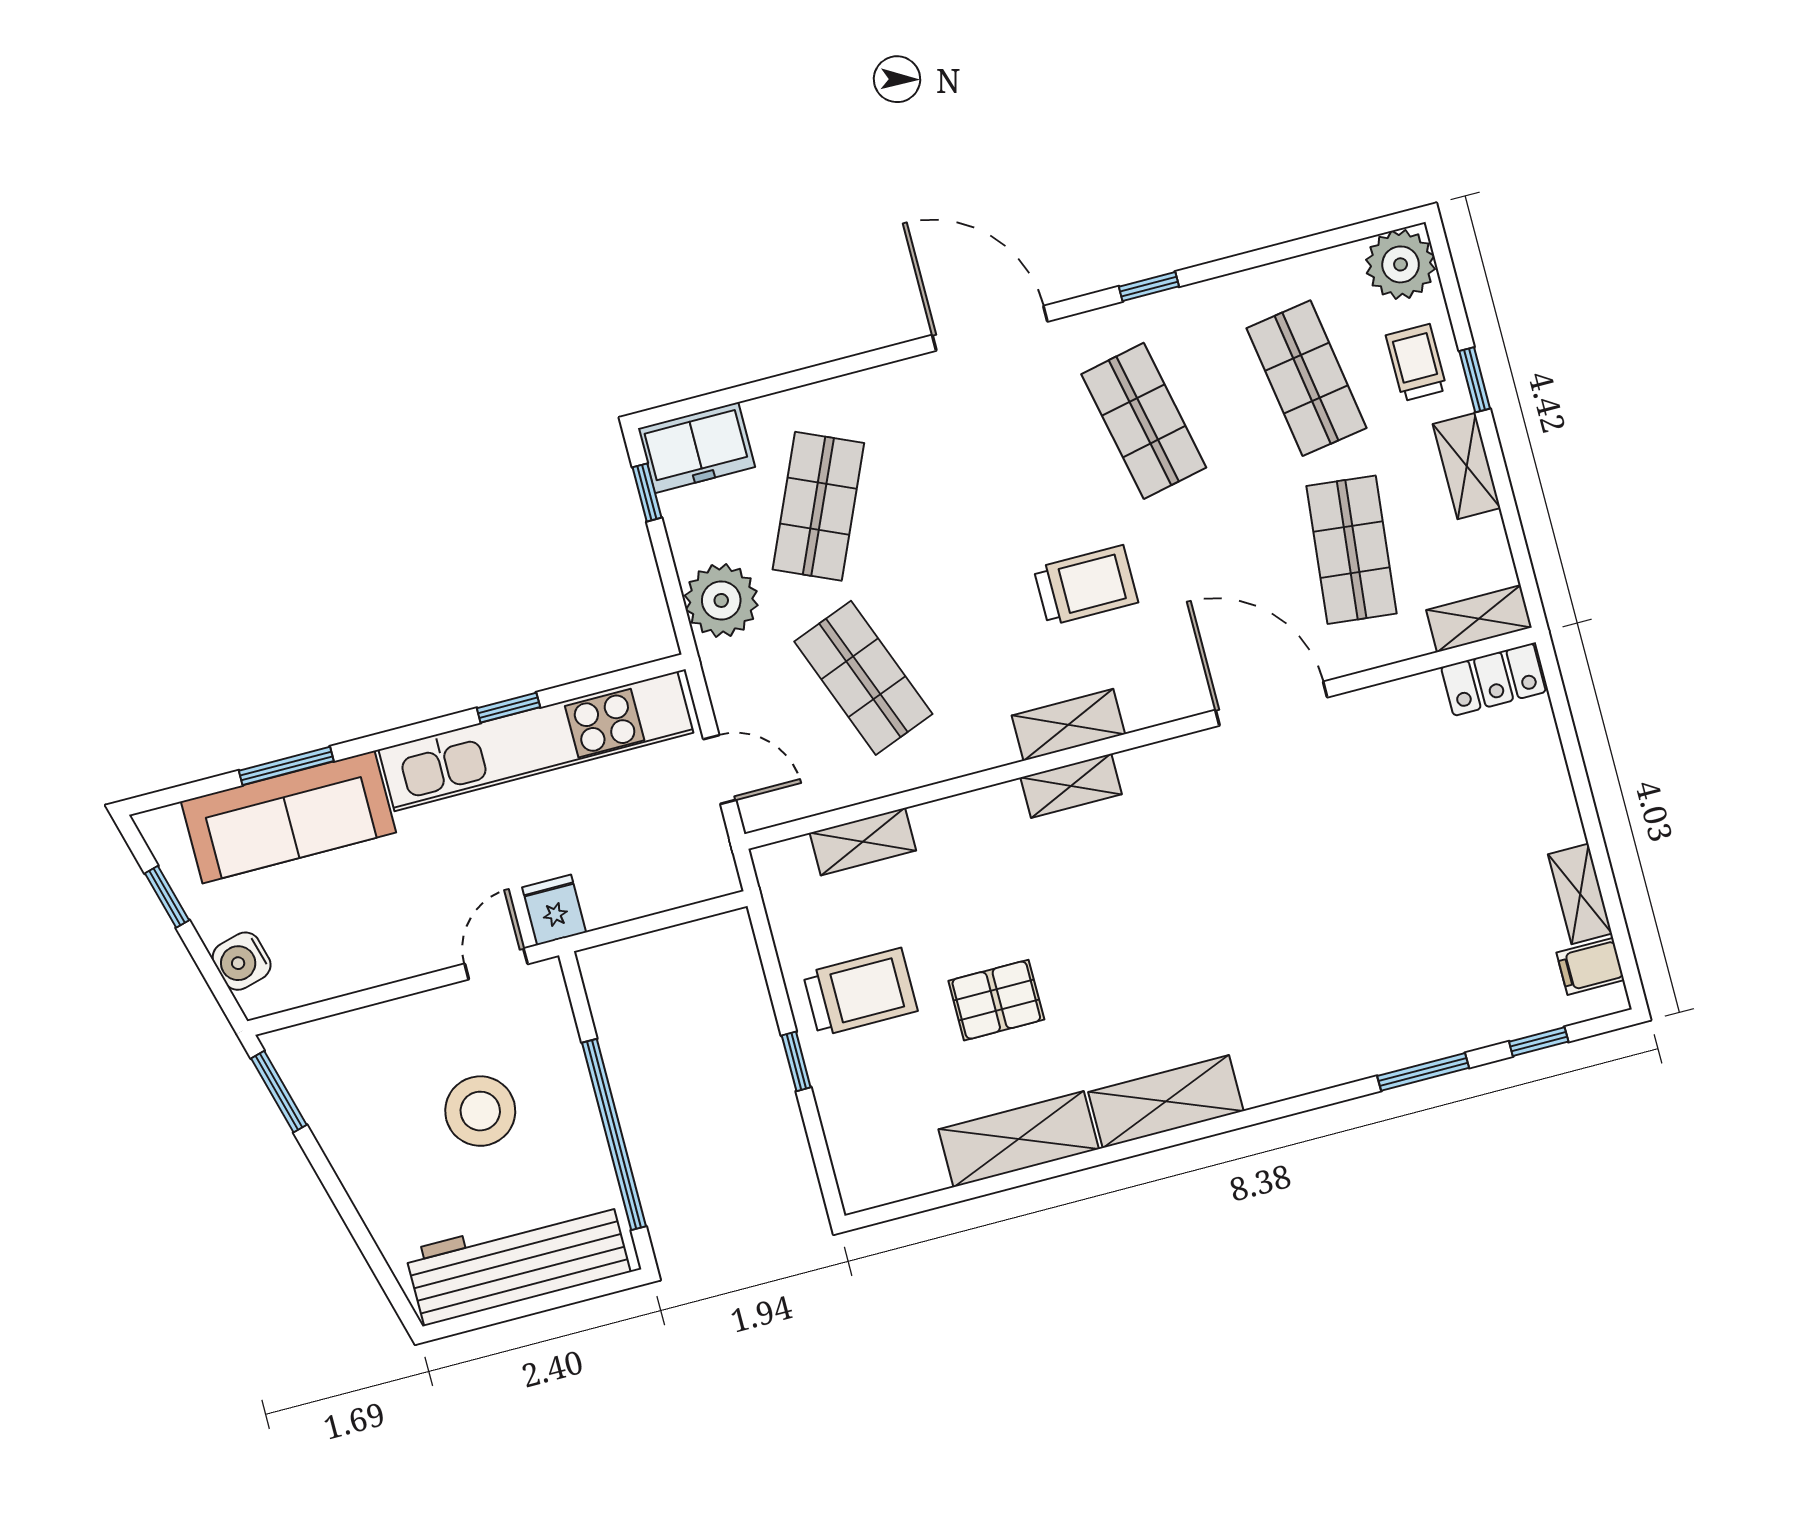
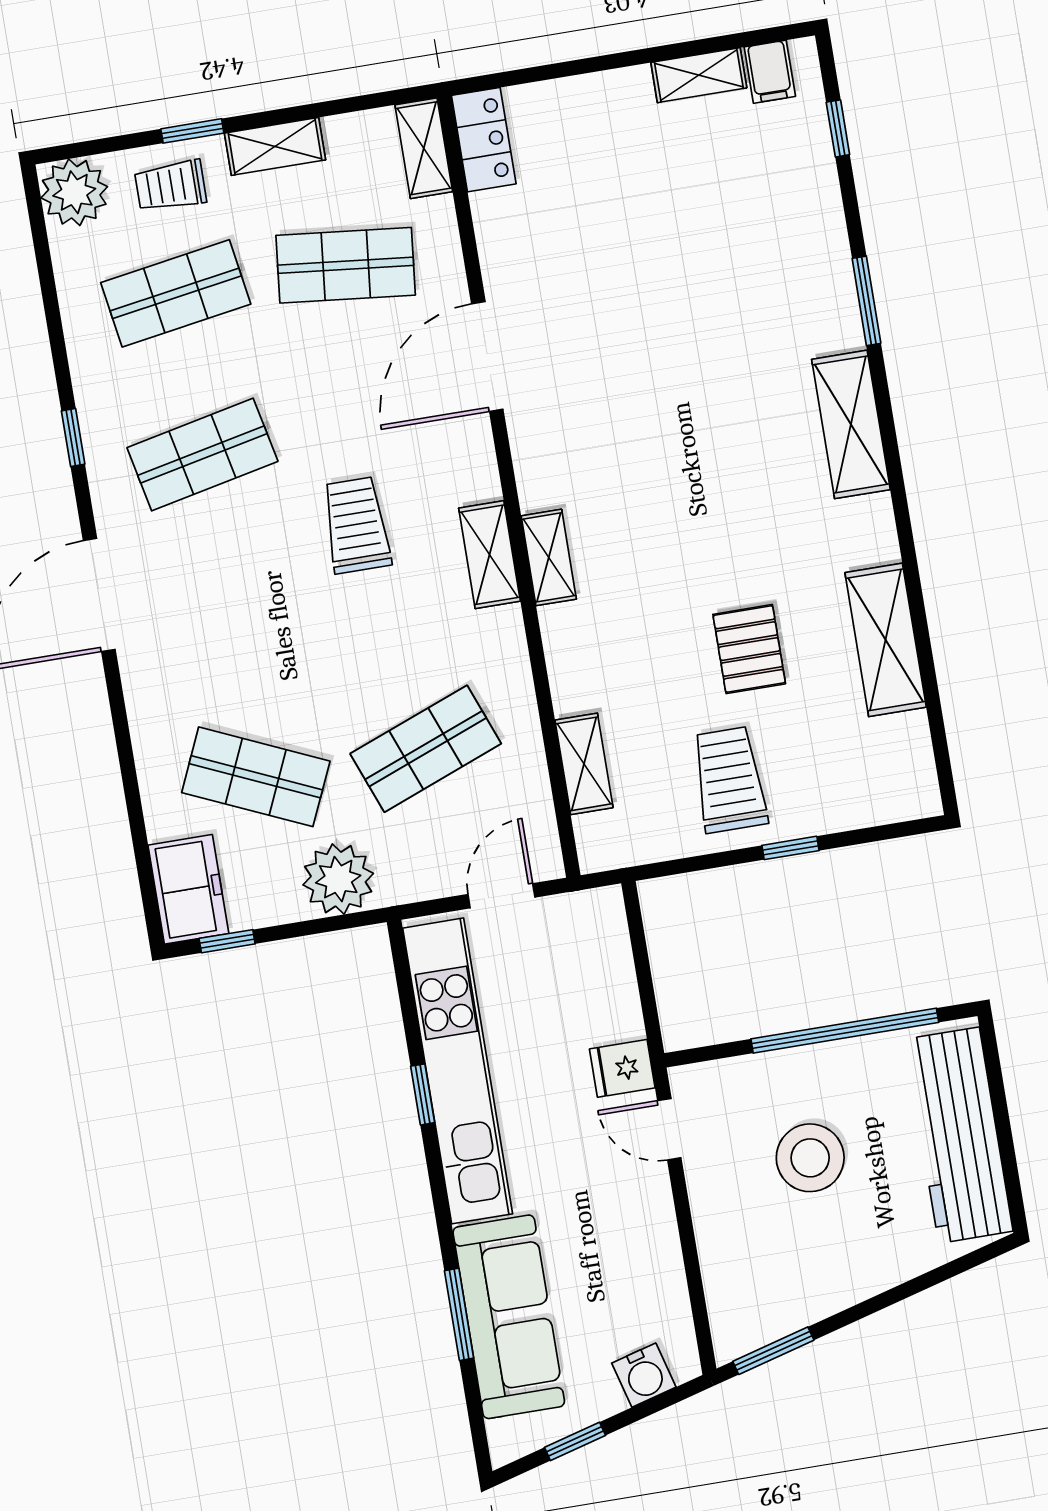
window: (1423, 1072) -> (866, 301), moved
shelving: (1166, 1102) -> (851, 424), moved

